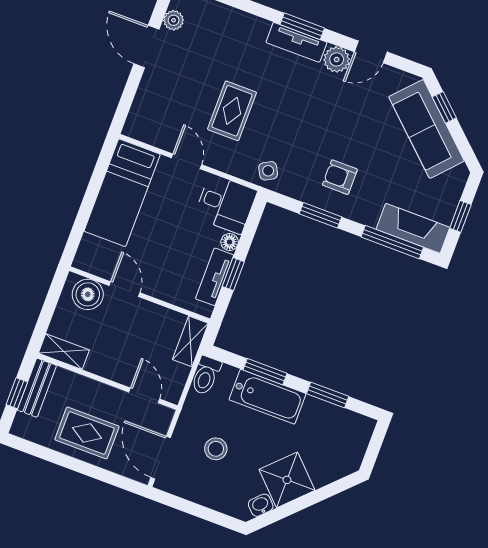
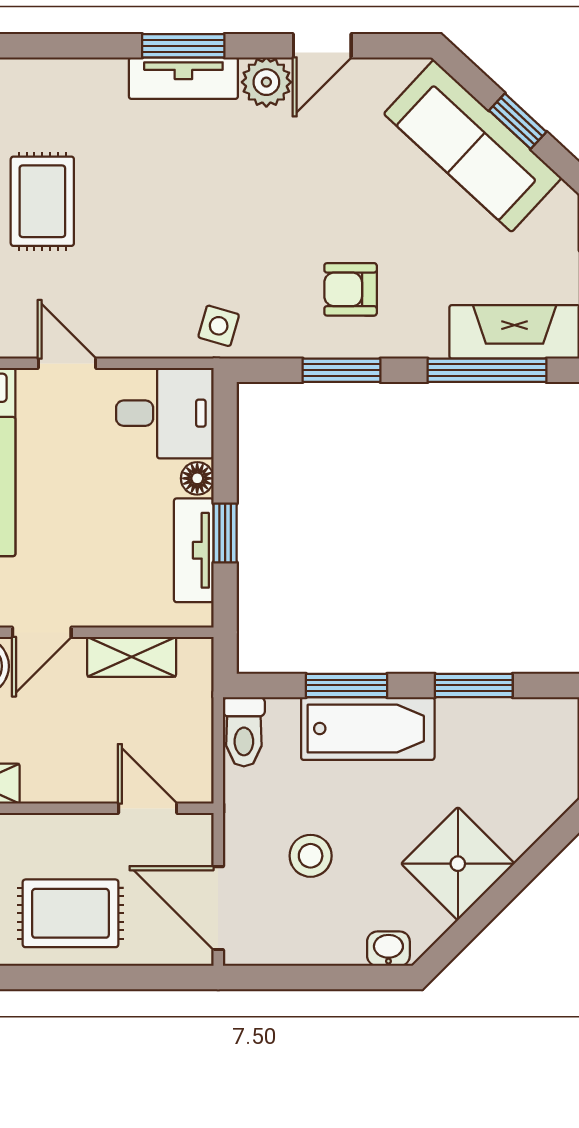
window: (444, 107) -> (518, 121), moved
rug: (232, 111) -> (42, 201), moved
side table: (268, 171) -> (219, 326), turned 45
door: (125, 289) -> (42, 632), swing flipped
shelving: (190, 341) -> (132, 657), moved, turned 90
washbasin: (261, 505) -> (388, 949), moved, turned 45

